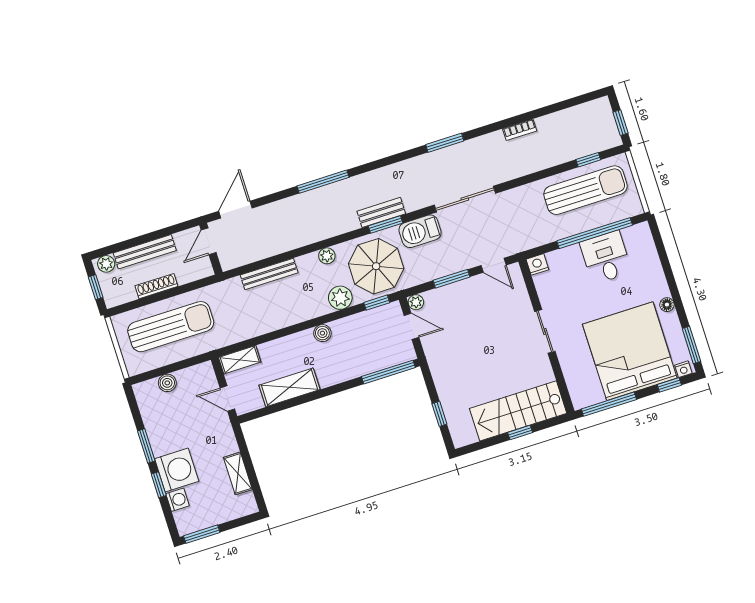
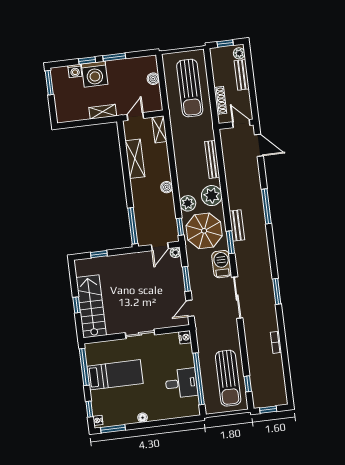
bench: (381, 212) -> (237, 225), moved
bench: (145, 252) -> (242, 75), width x0.73
plant: (327, 256) -> (212, 196), width x1.88, depth x1.88
shoe rack: (156, 286) -> (220, 100), moved
bed: (630, 351) -> (115, 375), width x0.49
shelving: (238, 473) -> (103, 112), moved

